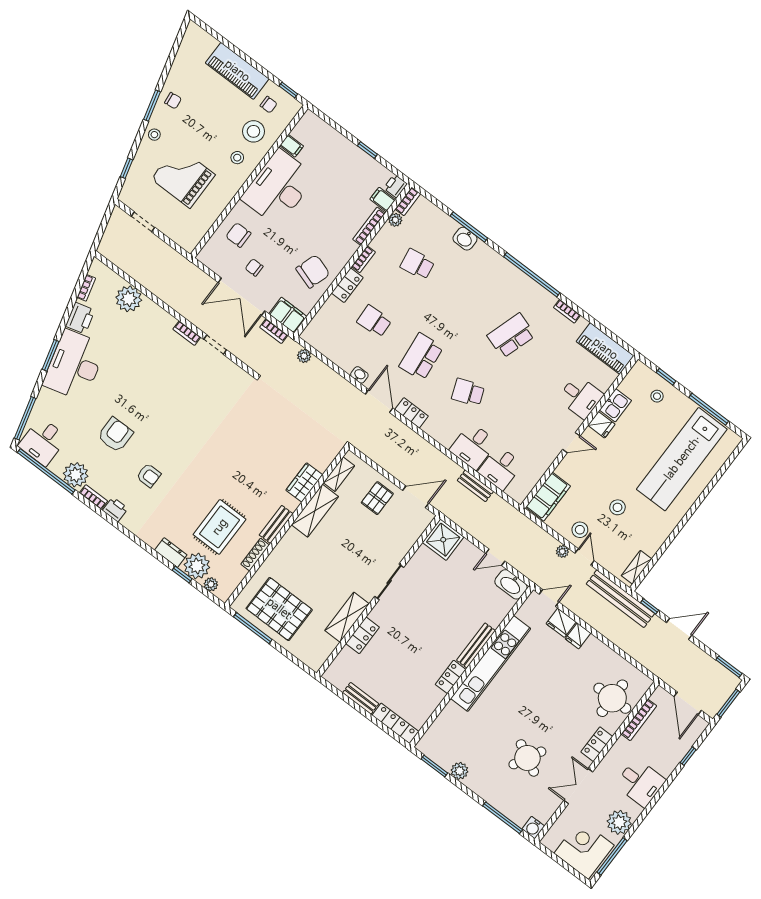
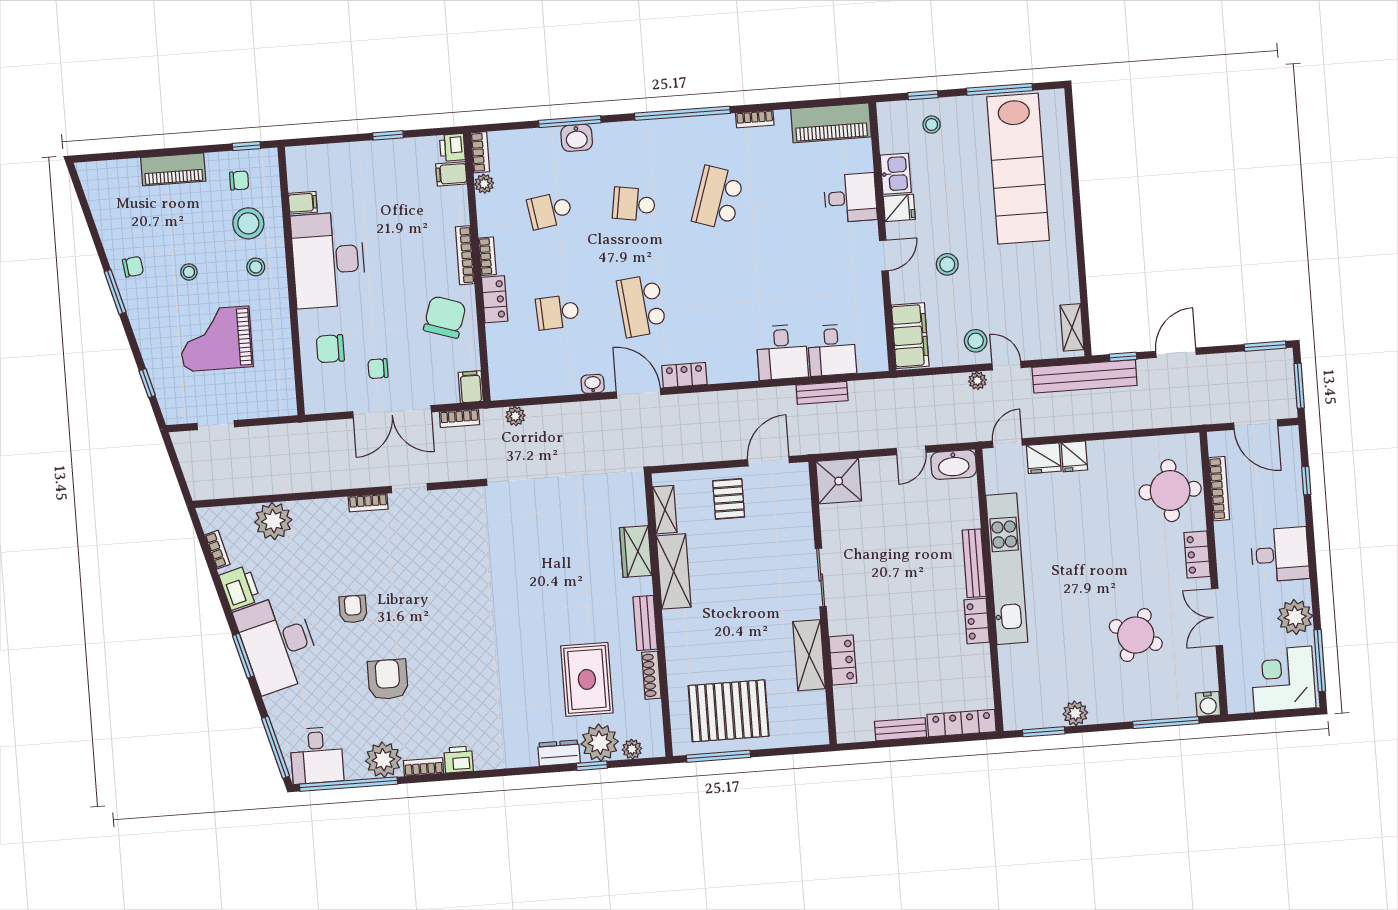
piano: (237, 71) -> (173, 169), width x0.73, depth x0.75
stool: (154, 135) -> (189, 272), moved
bookcase: (369, 226) -> (465, 255), moved
filing cabinet: (288, 315) -> (471, 387), width x0.50
school desk: (468, 392) -> (634, 204), moved, turned 30
armchair: (149, 475) -> (353, 609), moved, turned -90
stool: (618, 507) -> (947, 264), moved

